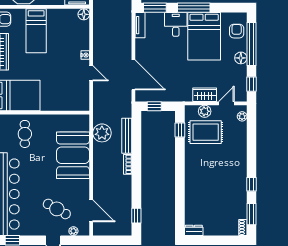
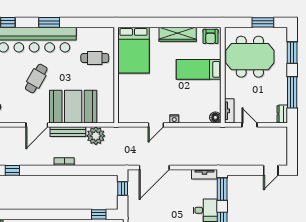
bench: (127, 136) -> (68, 132), moved
cafe table: (57, 209) -> (36, 78), moved
door: (91, 211) -> (37, 125), moved

